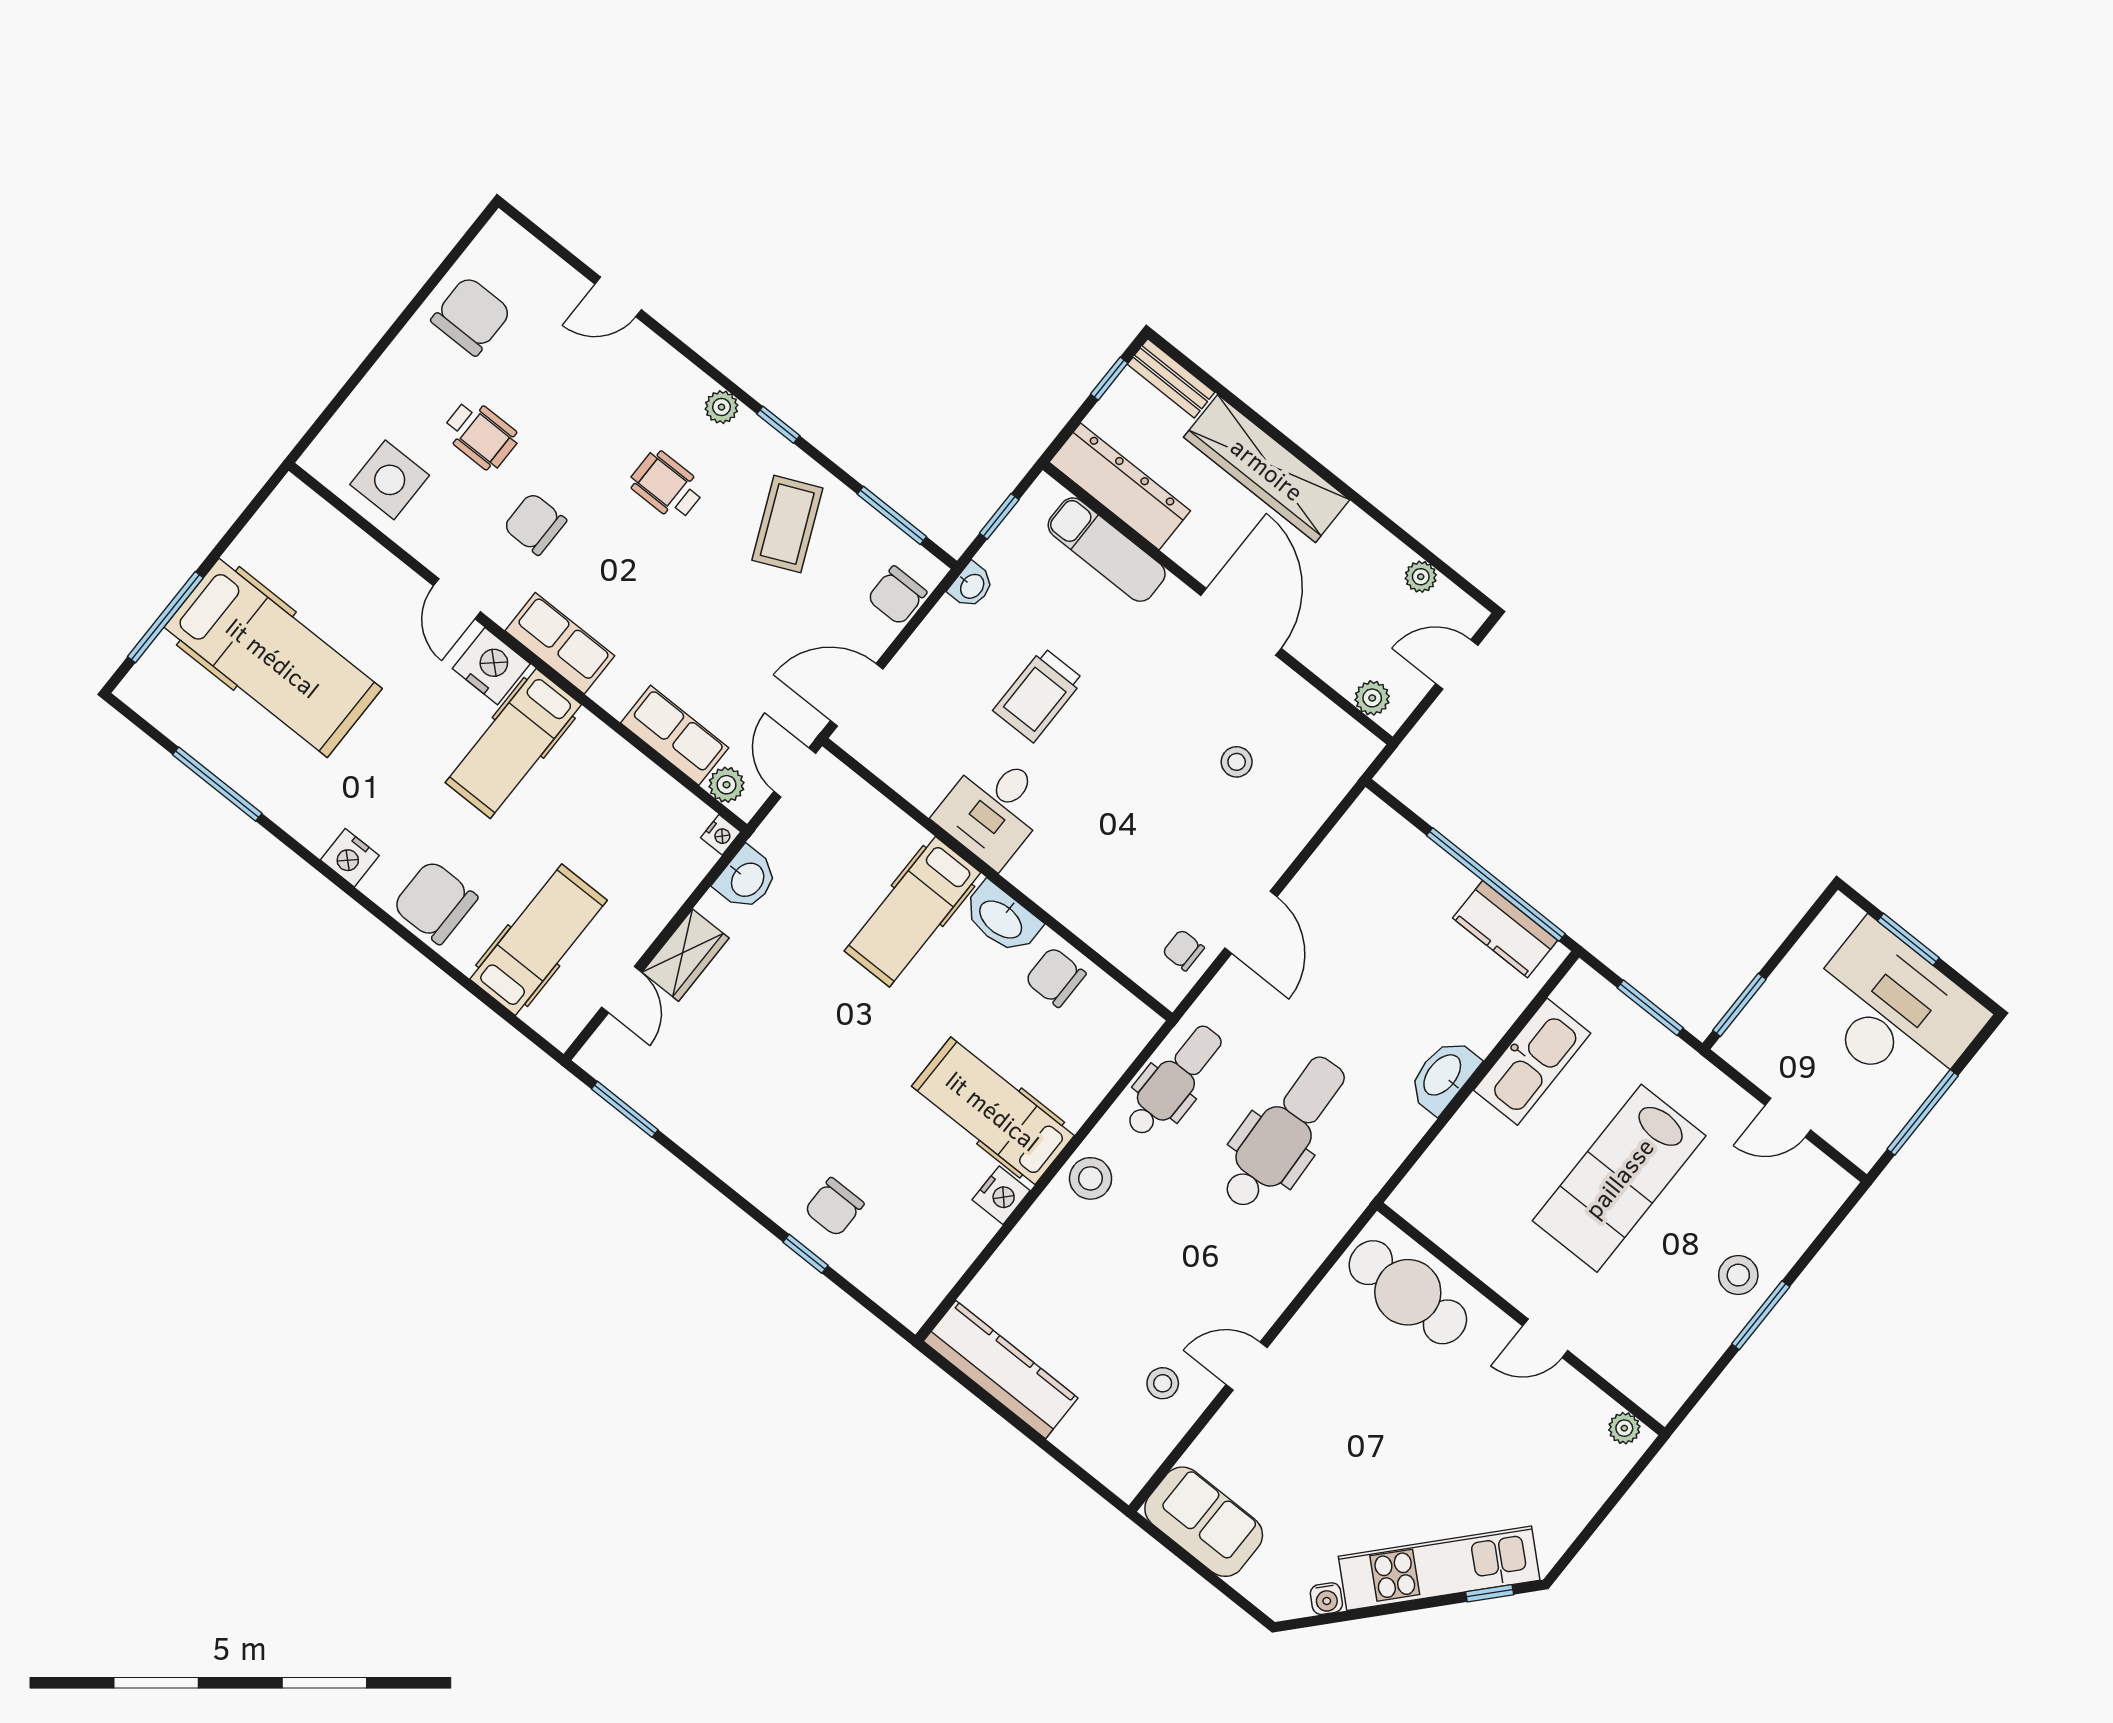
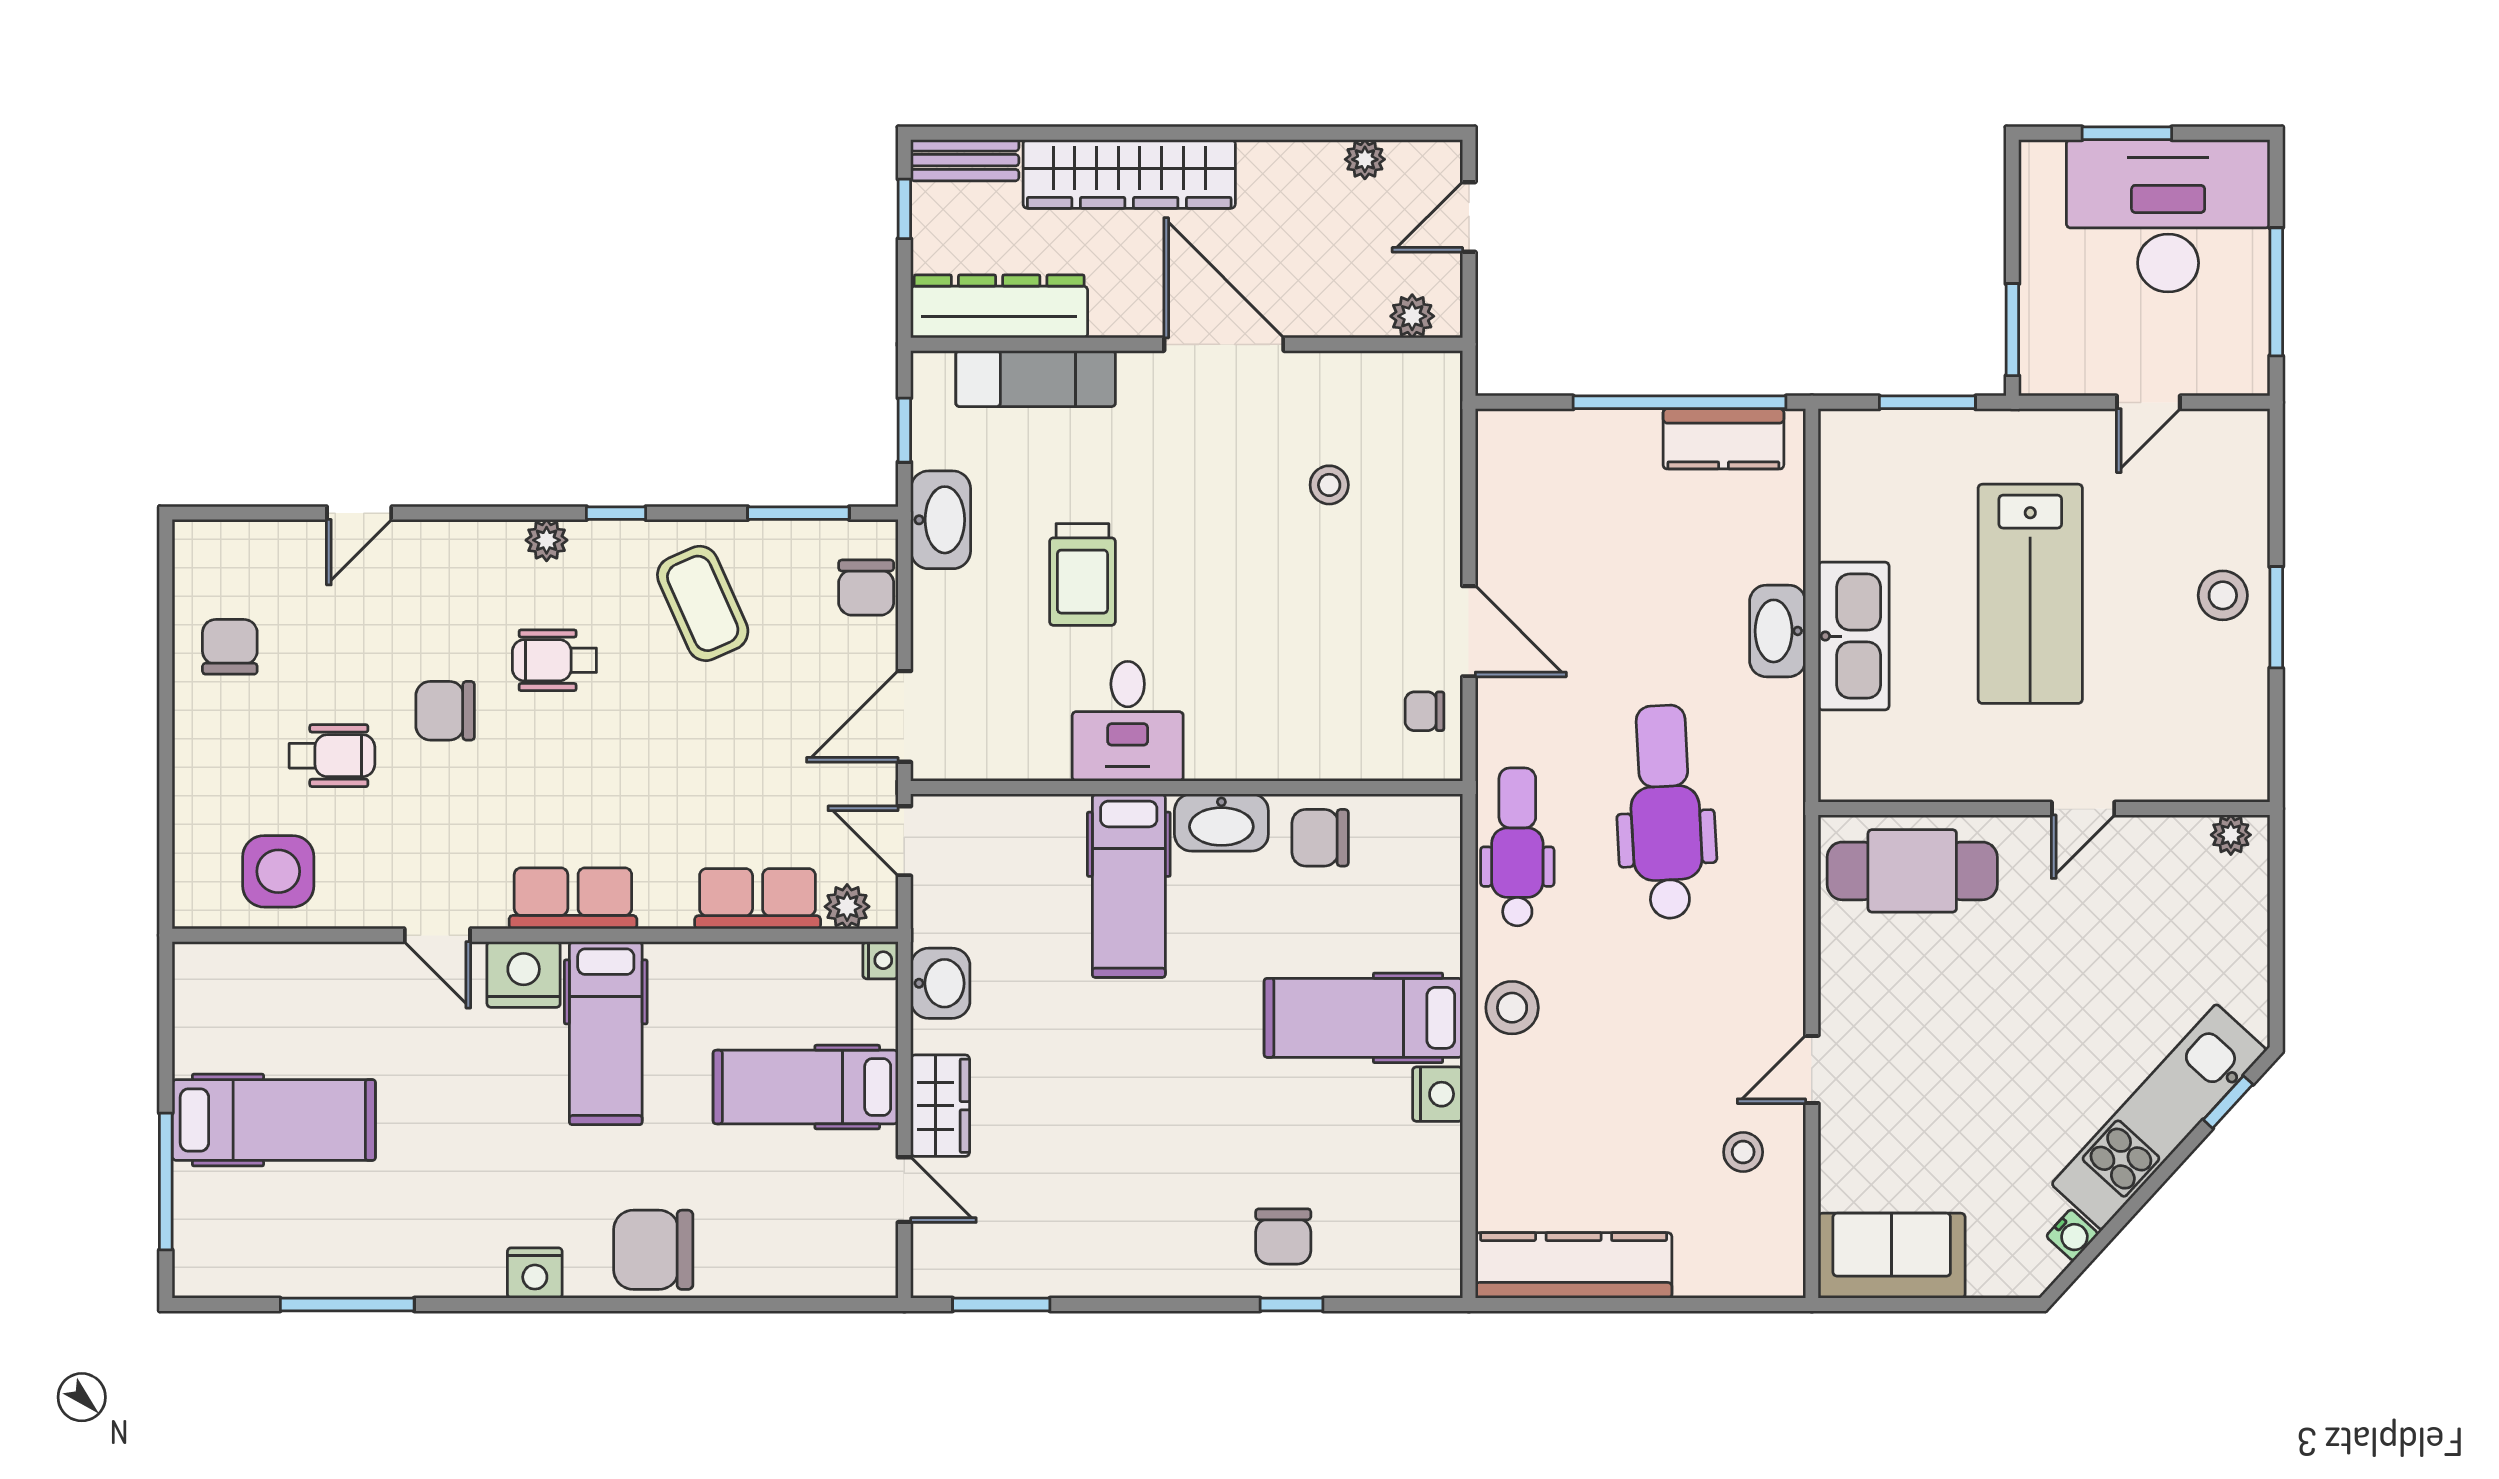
chair: (471, 316) -> (230, 647), width x0.73, depth x0.73
chair: (535, 524) -> (445, 711), moved
washbasin: (971, 586) -> (941, 520), width x1.91, depth x1.45
hospital bed: (273, 658) -> (274, 1120), width x0.73, depth x0.78
hospital bed: (538, 940) -> (806, 1087), moved, turned -90
kitchen sink: (1532, 1062) -> (1854, 636), moved

